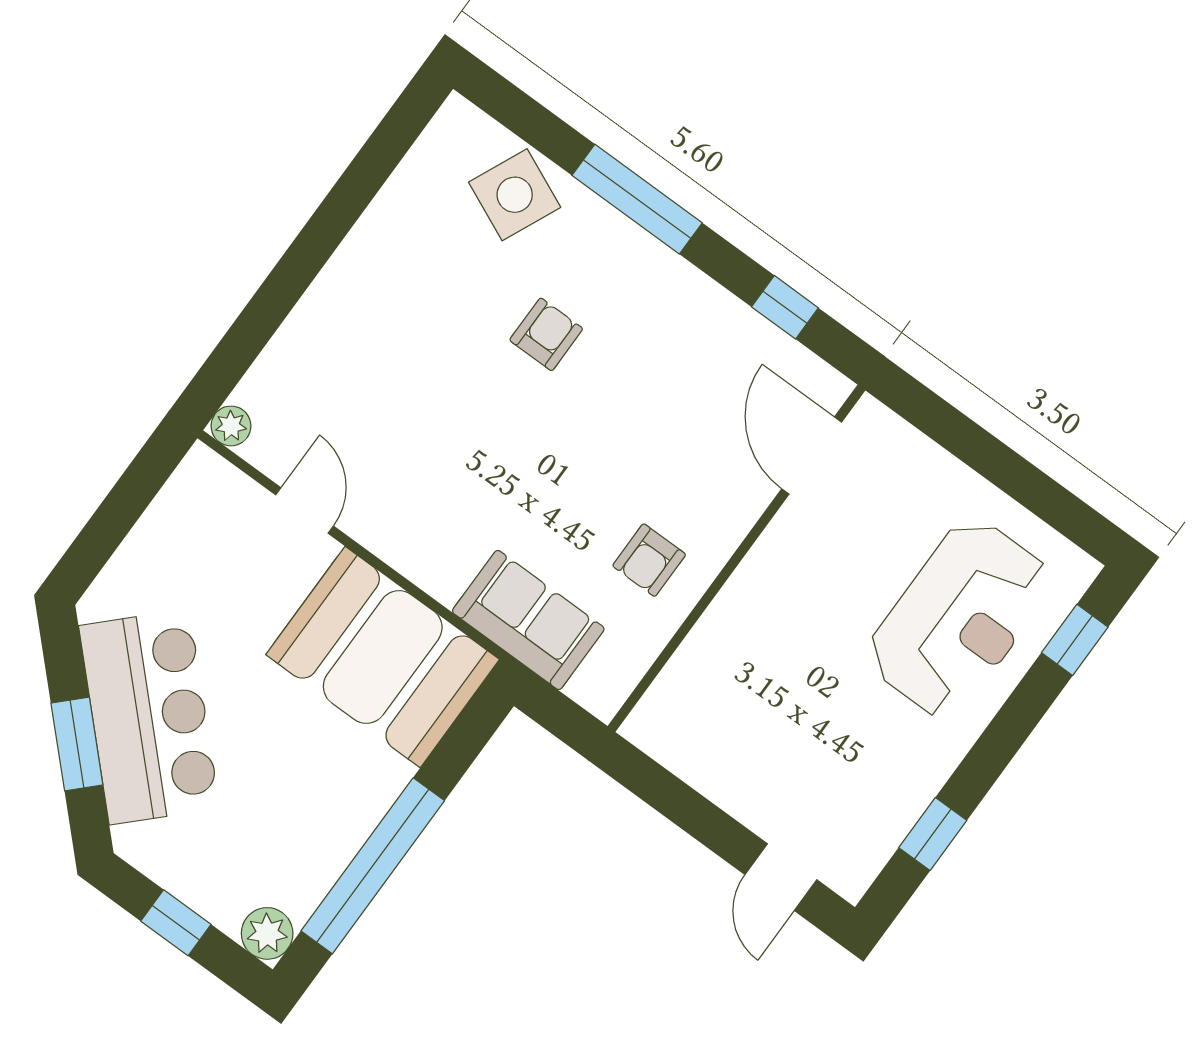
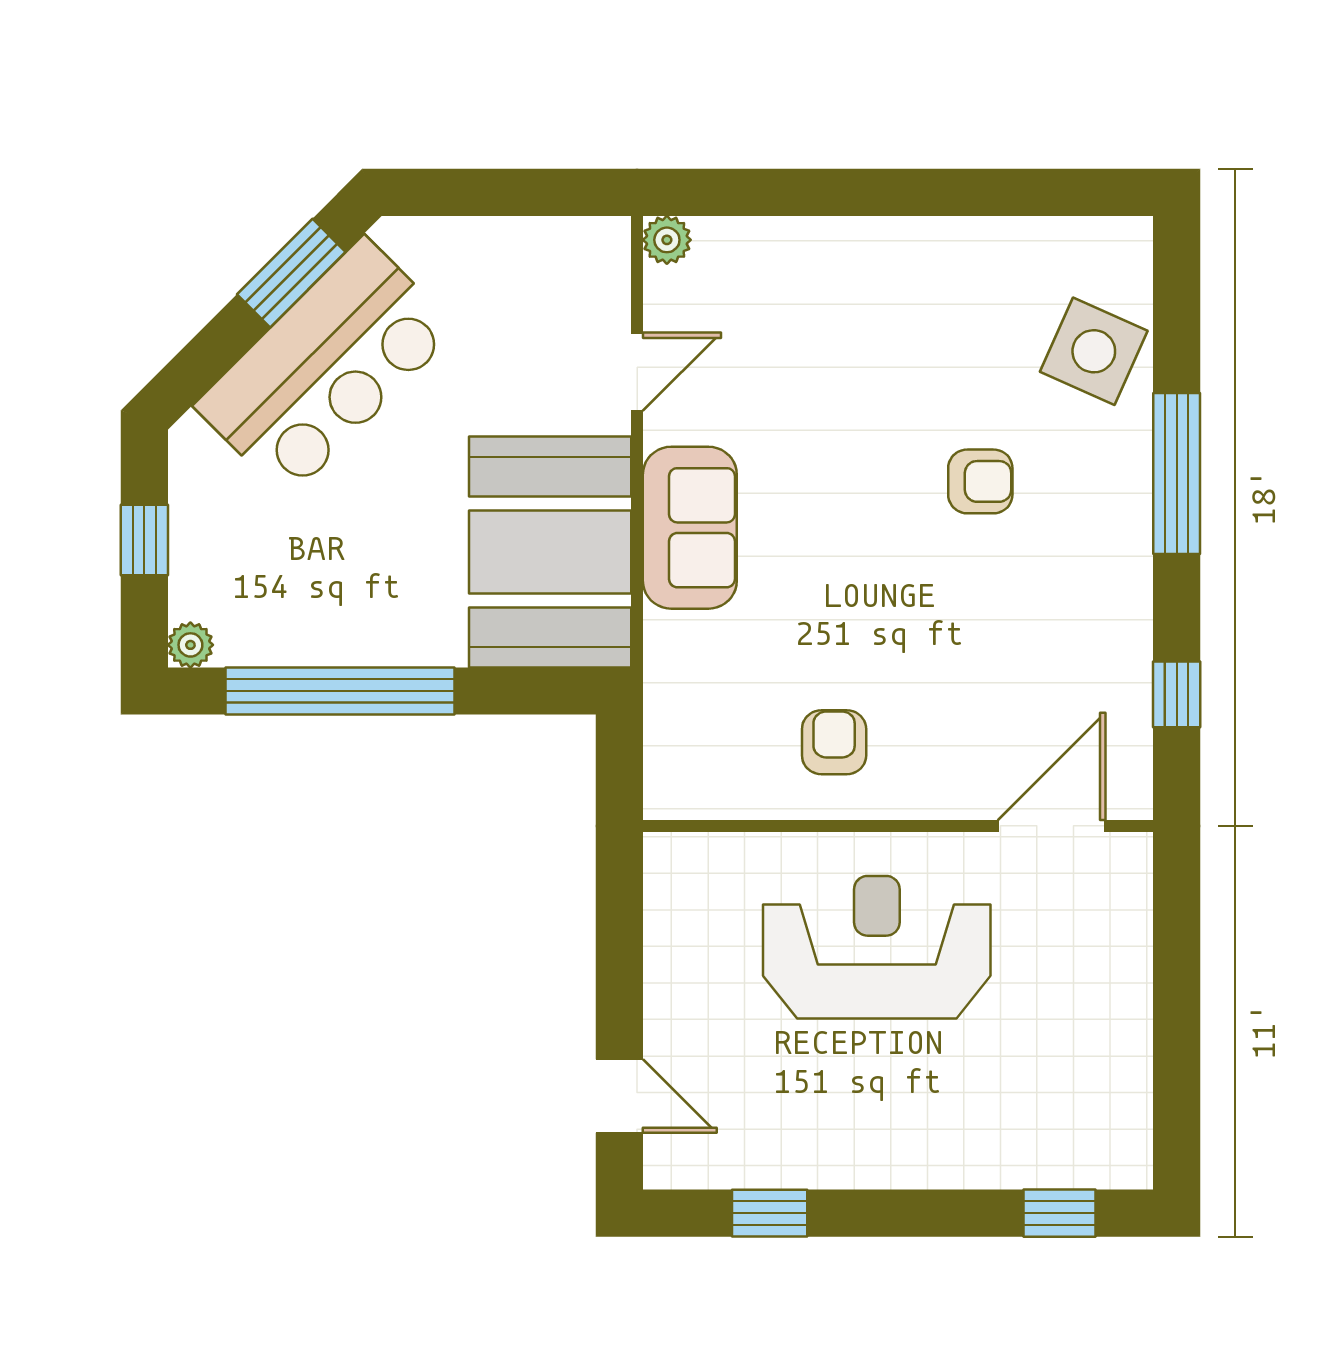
armchair: (649, 560) -> (834, 742), turned 90
reception desk: (959, 618) -> (877, 947), moved, turned 180
sofa: (528, 620) -> (690, 528), moved
window: (77, 744) -> (291, 273), moved
door: (781, 877) -> (619, 1096), swing flipped
plant: (267, 933) -> (190, 645), width x0.73, depth x0.73

